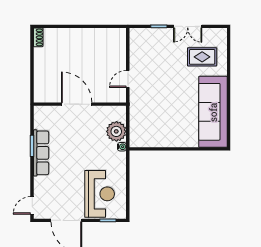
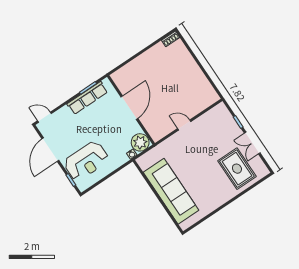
rug: (202, 57) -> (237, 169), width x1.36, depth x1.43
door: (77, 104) -> (129, 108), moved
wall: (80, 104) -> (131, 110), moved
sofa: (213, 112) -> (171, 191), moved, turned 90

